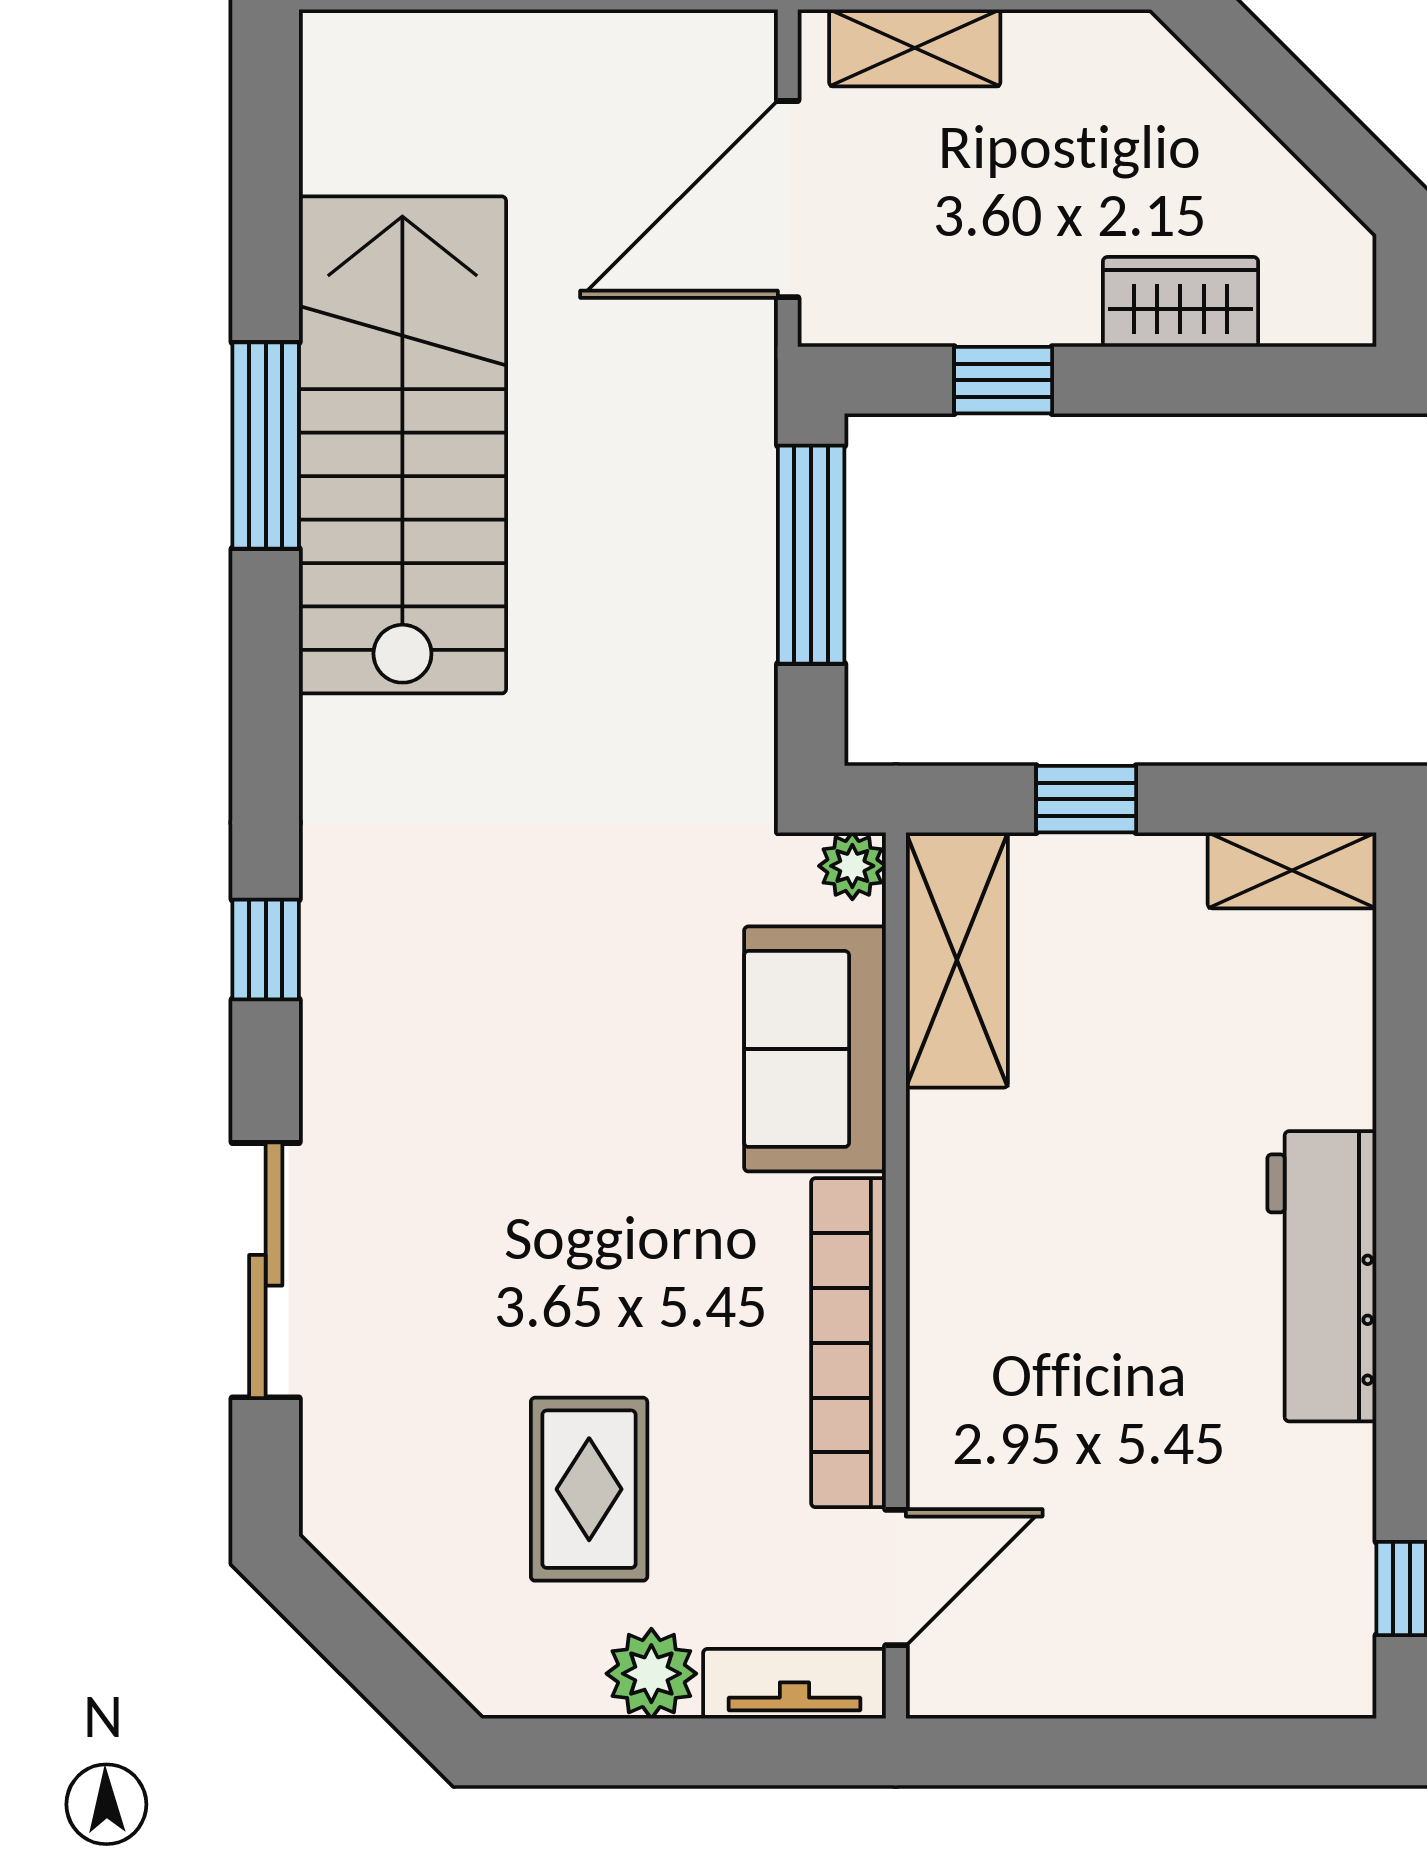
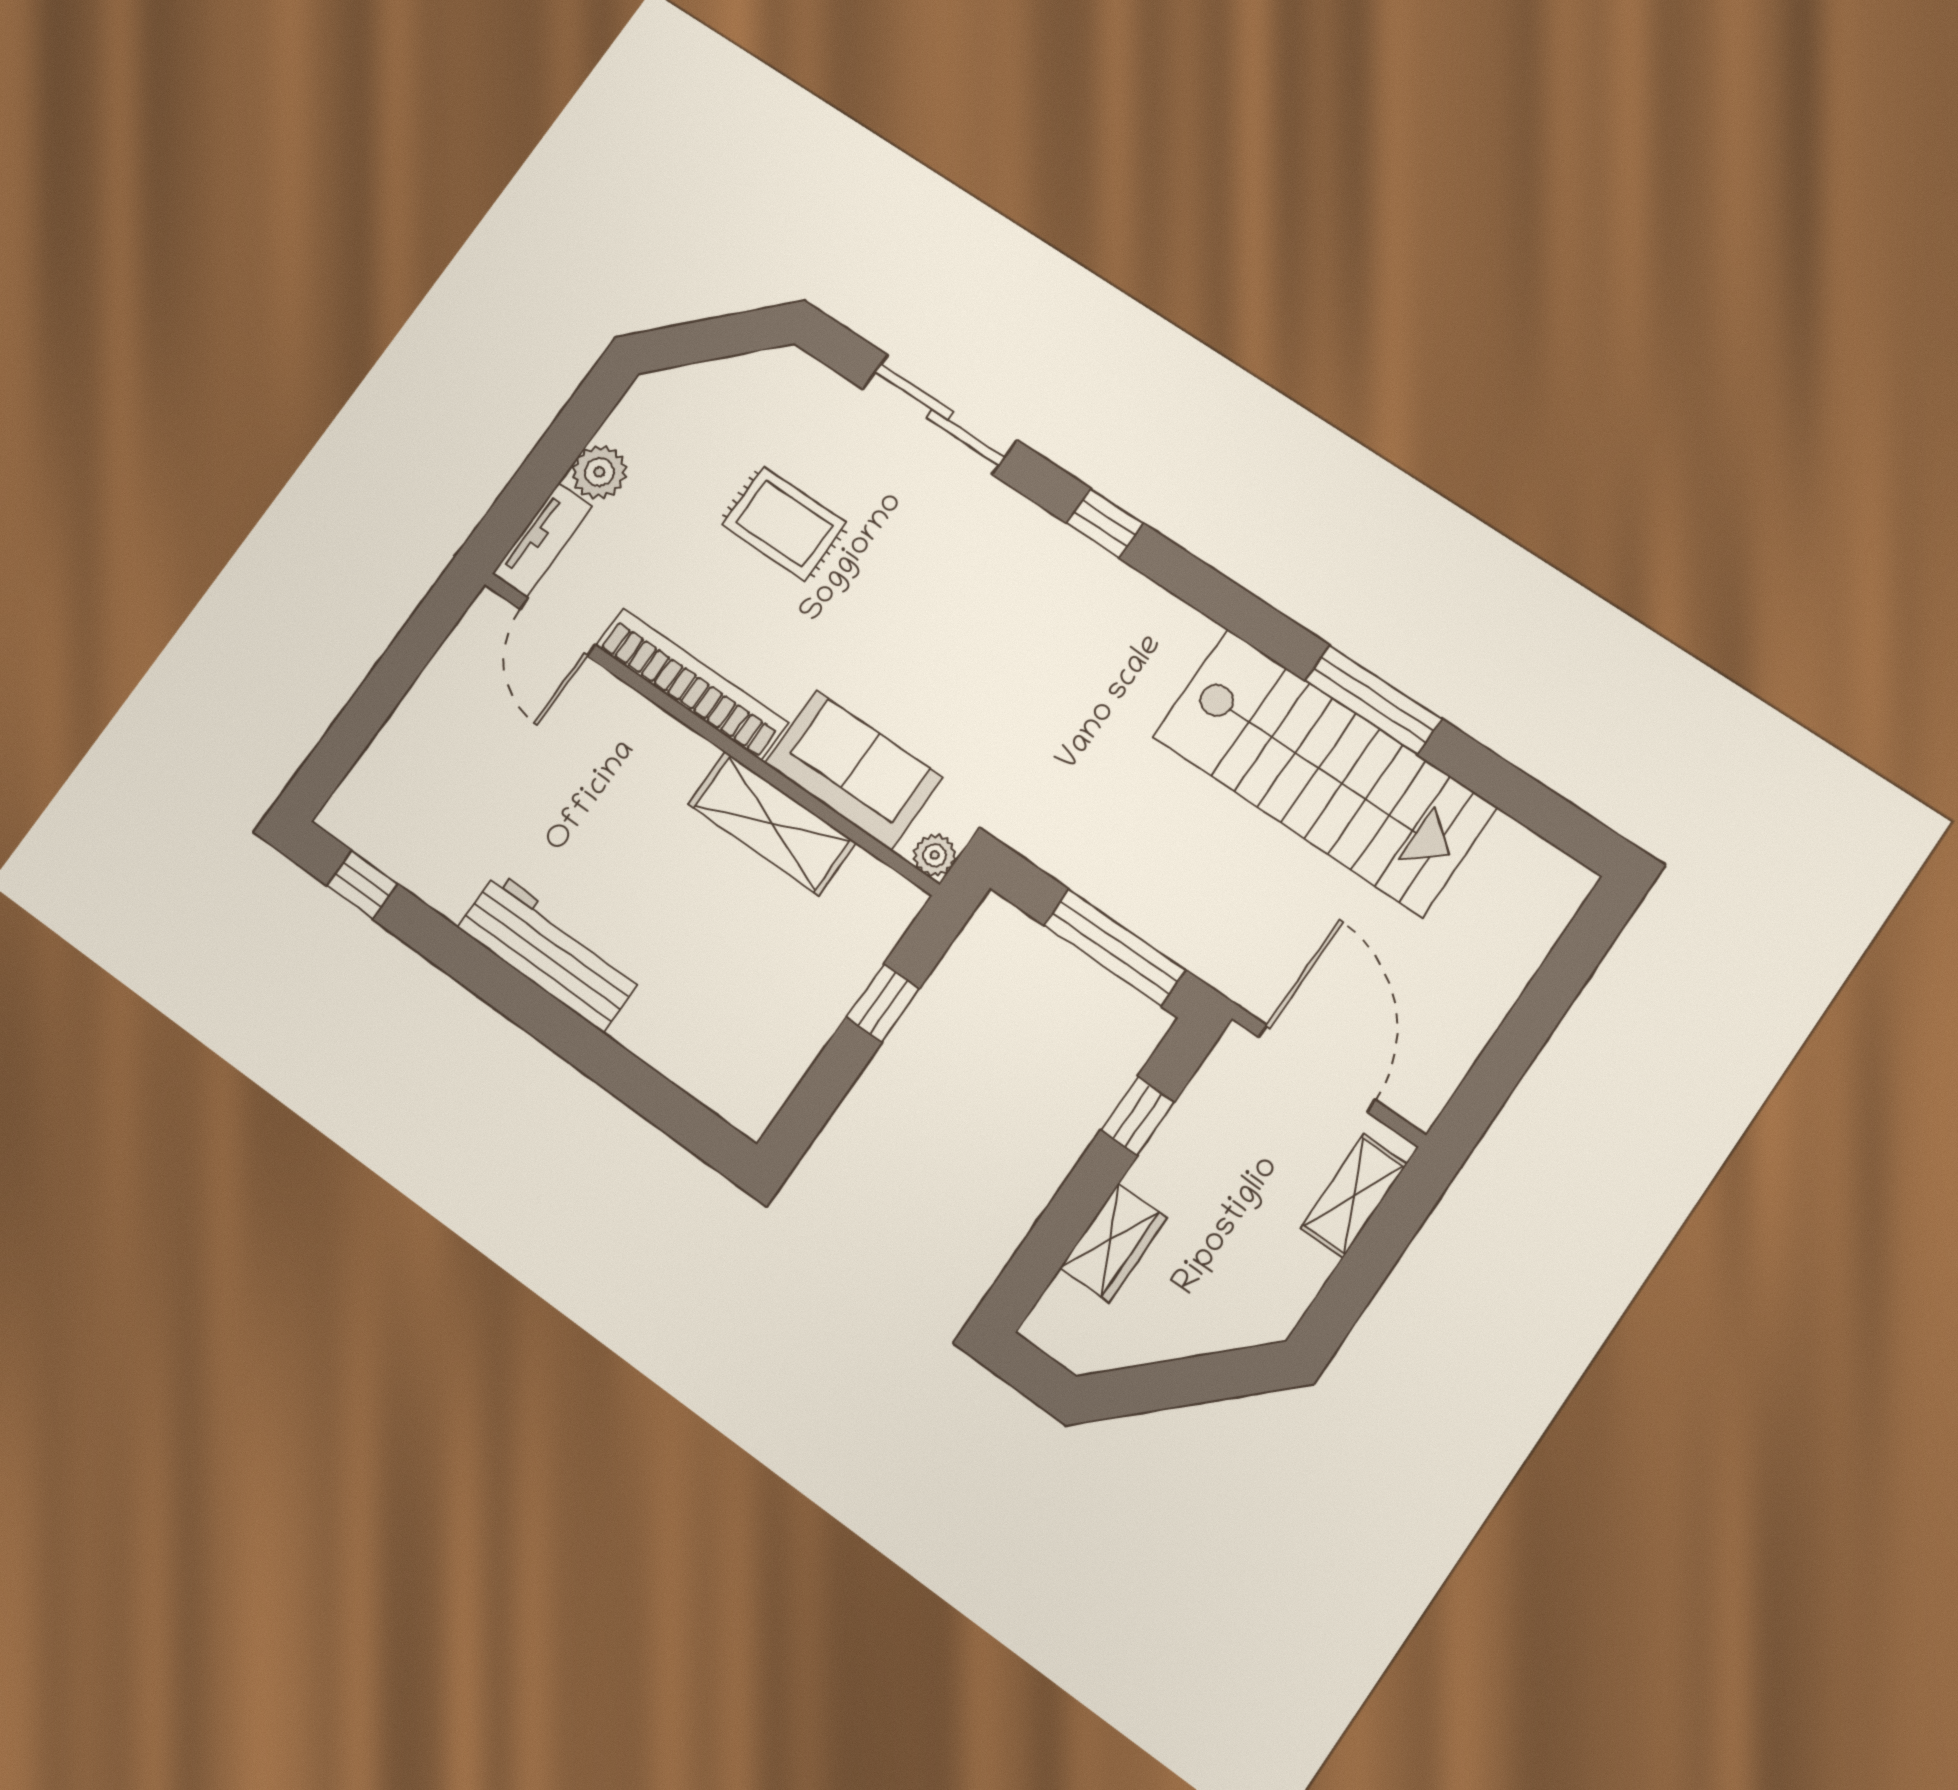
shelving: (1292, 870) -> (769, 1086), removed
shelving: (957, 960) -> (772, 823), moved
rug: (589, 1489) -> (784, 524), moved

